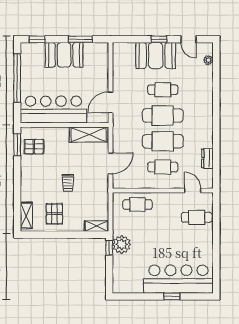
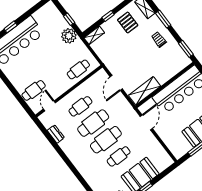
pallet: (34, 147) -> (174, 56), removed
trolley: (68, 183) -> (159, 39), moved
window: (17, 191) -> (163, 19), added
door: (193, 191) -> (49, 106), swing flipped
window: (69, 235) -> (108, 16), added
window: (109, 248) -> (69, 19), moved

